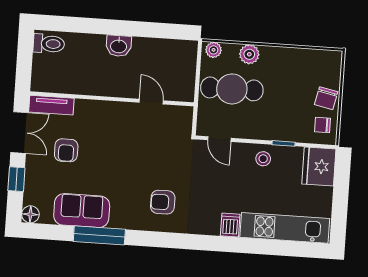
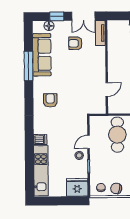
door: (219, 139) -> (89, 142), moved
sofa: (82, 211) -> (42, 55), width x1.36
floor lamp: (30, 214) -> (49, 26), moved

